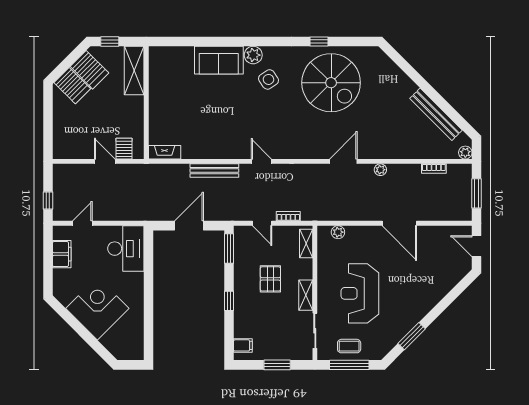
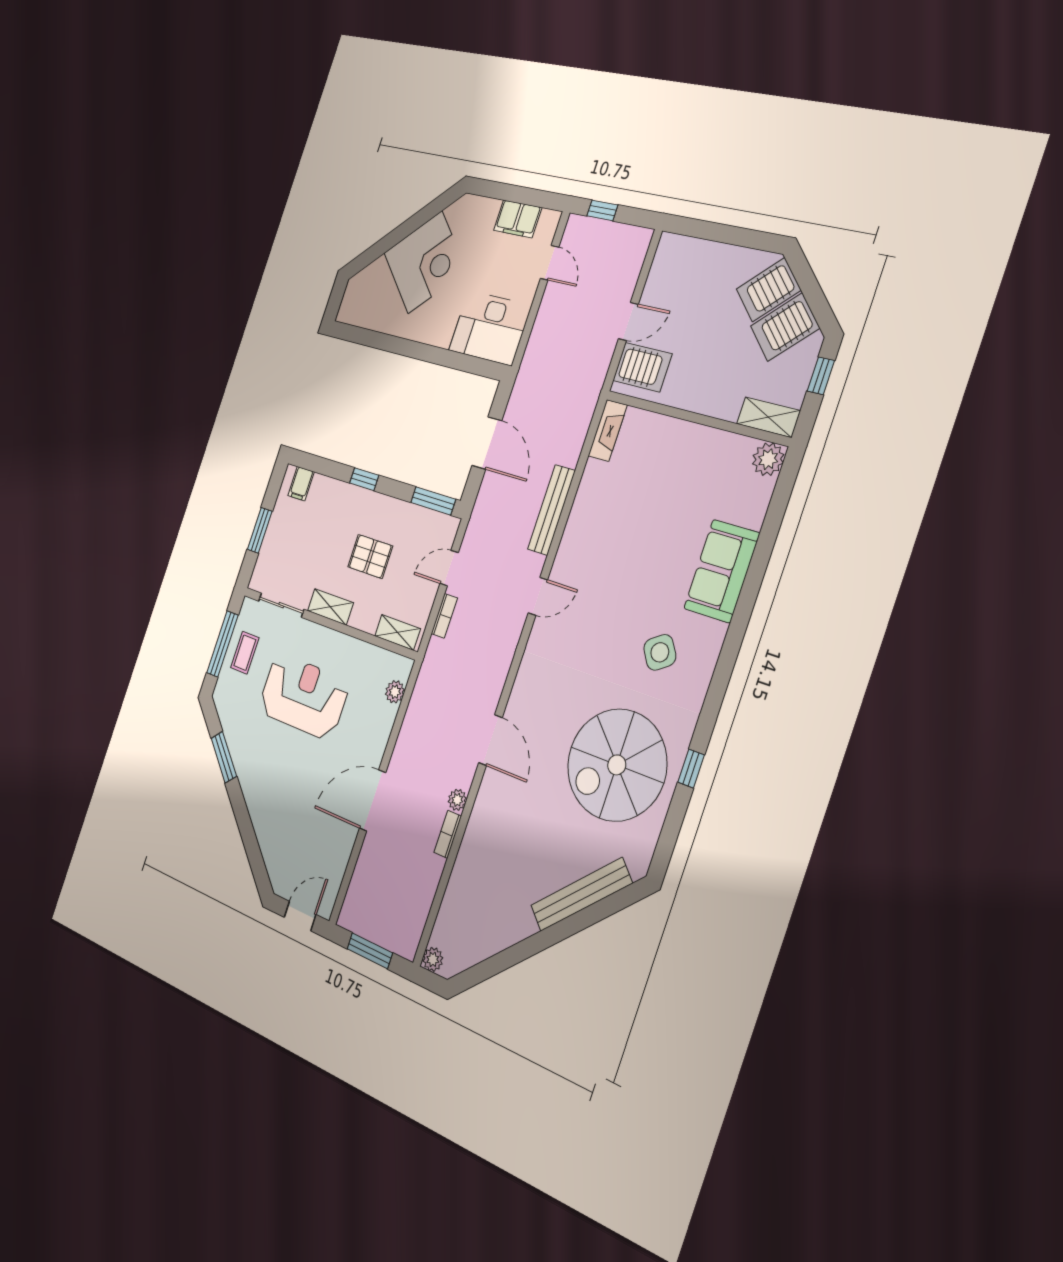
plant: (253, 55) -> (768, 459), moved
shelving: (134, 71) -> (768, 417), width x0.67, depth x0.75
bench: (436, 114) -> (581, 894), moved
server rack: (124, 149) -> (642, 367), width x1.36, depth x1.44
bookcase: (434, 169) -> (448, 834), moved

